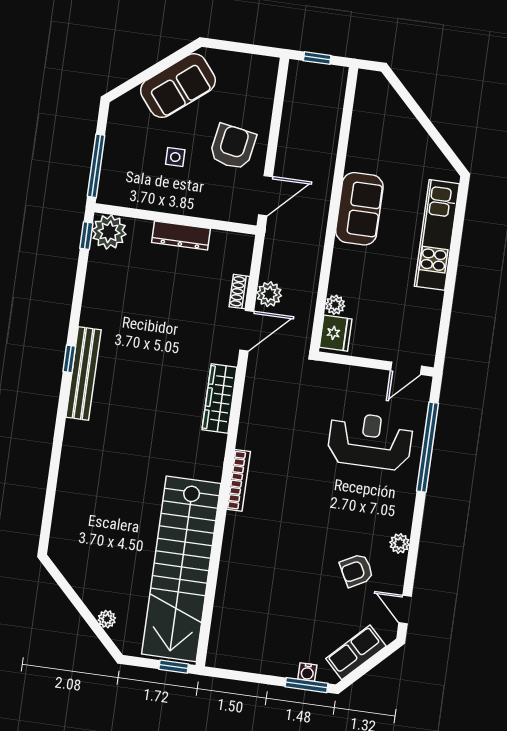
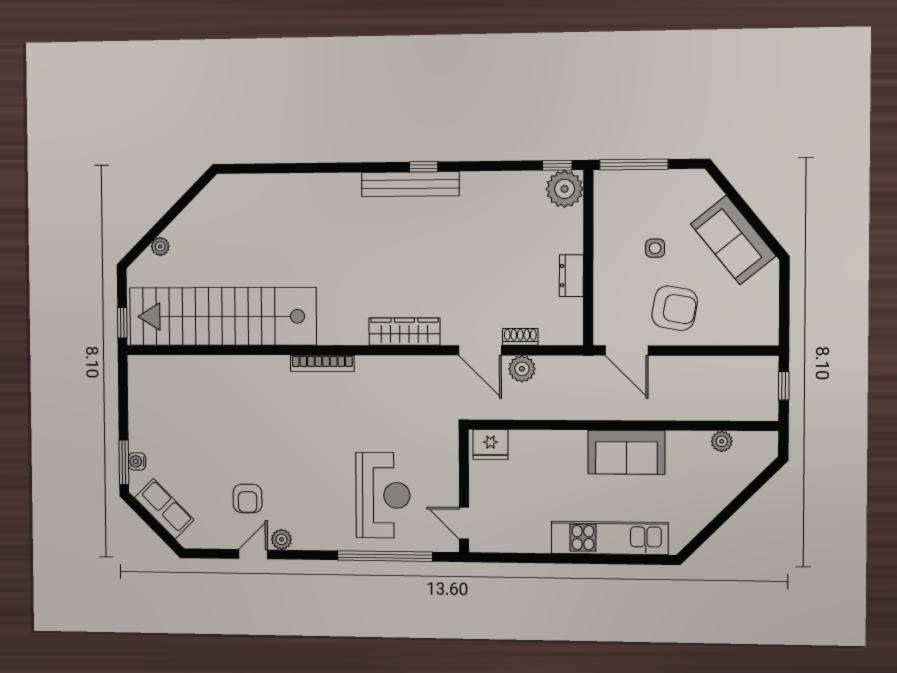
dresser: (181, 236) -> (571, 276), width x0.70
plant: (335, 305) -> (722, 441), moved
armchair: (357, 570) -> (248, 499), turned -152
door: (405, 610) -> (253, 554), moved

